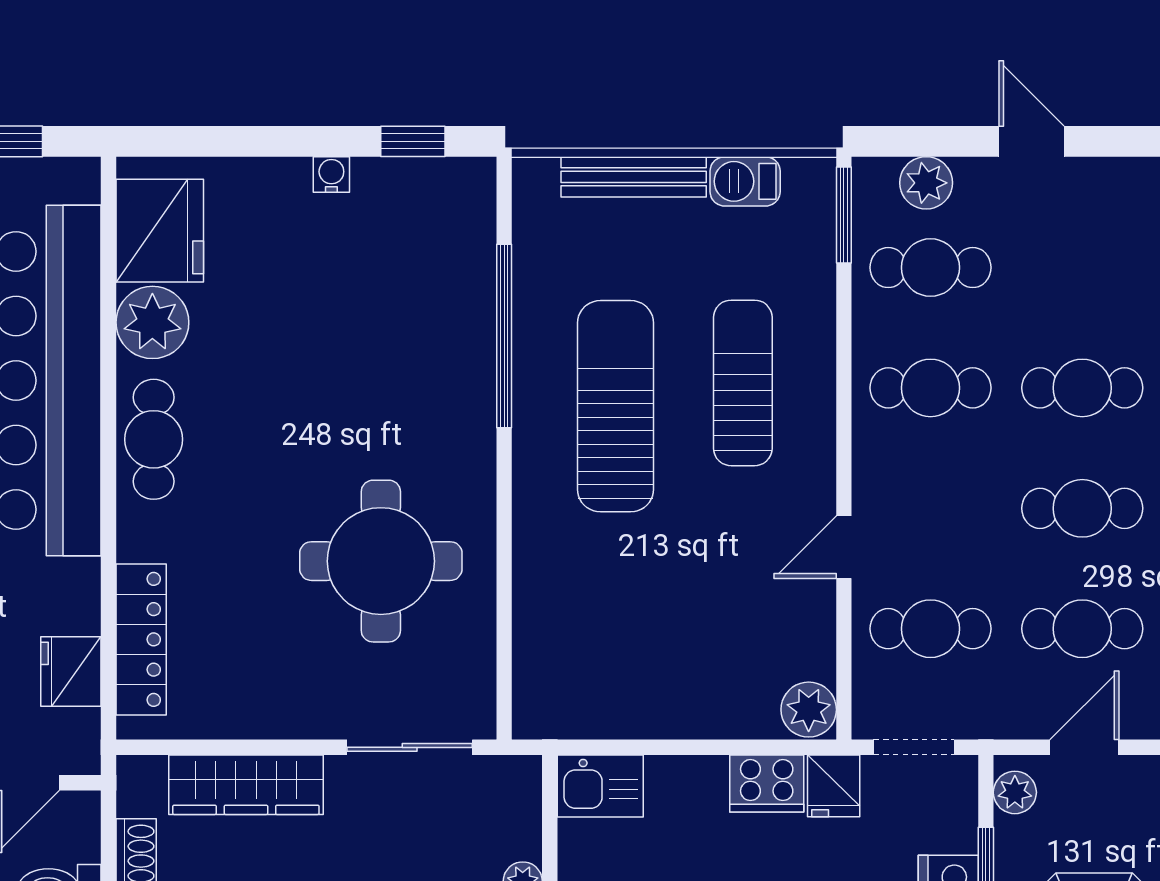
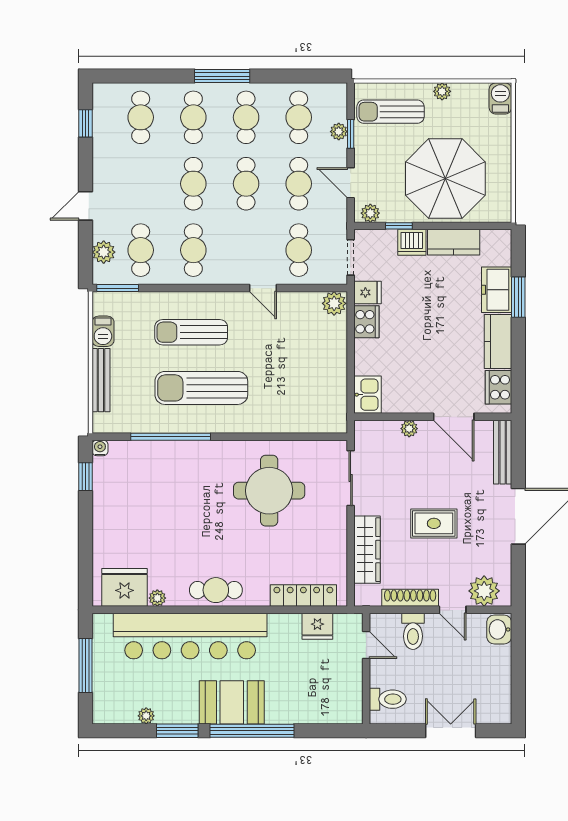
water cooler: (331, 175) -> (100, 448), moved, turned 90
plant: (152, 322) -> (157, 598), width x0.53, depth x0.53

